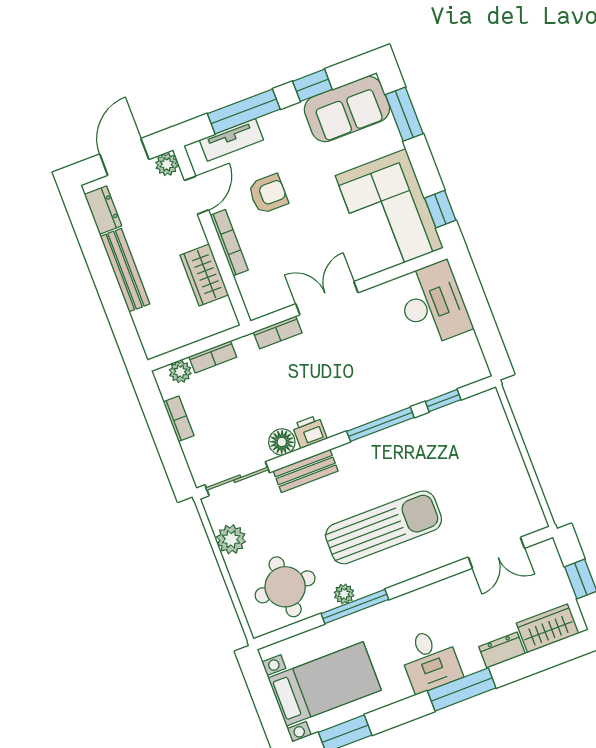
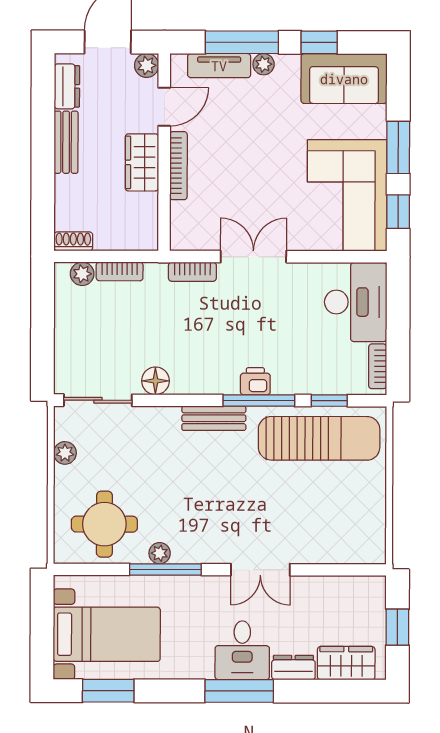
window: (404, 114) -> (398, 147), moved
plant: (270, 124) -> (264, 64), added
armchair: (268, 194) -> (235, 132), removed
bench: (125, 270) -> (66, 142), width x0.73
wardrobe: (204, 275) -> (142, 162), moved
shoe rack: (161, 346) -> (73, 241), added
bookcase: (179, 419) -> (378, 366), moved, turned 180
printer: (310, 432) -> (255, 381), moved
bench: (306, 471) -> (214, 418), moved
sun lounger: (384, 527) -> (319, 438), moved
plant: (231, 539) -> (65, 453), width x0.73, depth x0.73
double door: (496, 553) -> (260, 570), moved
desk: (430, 660) -> (242, 650), moved

